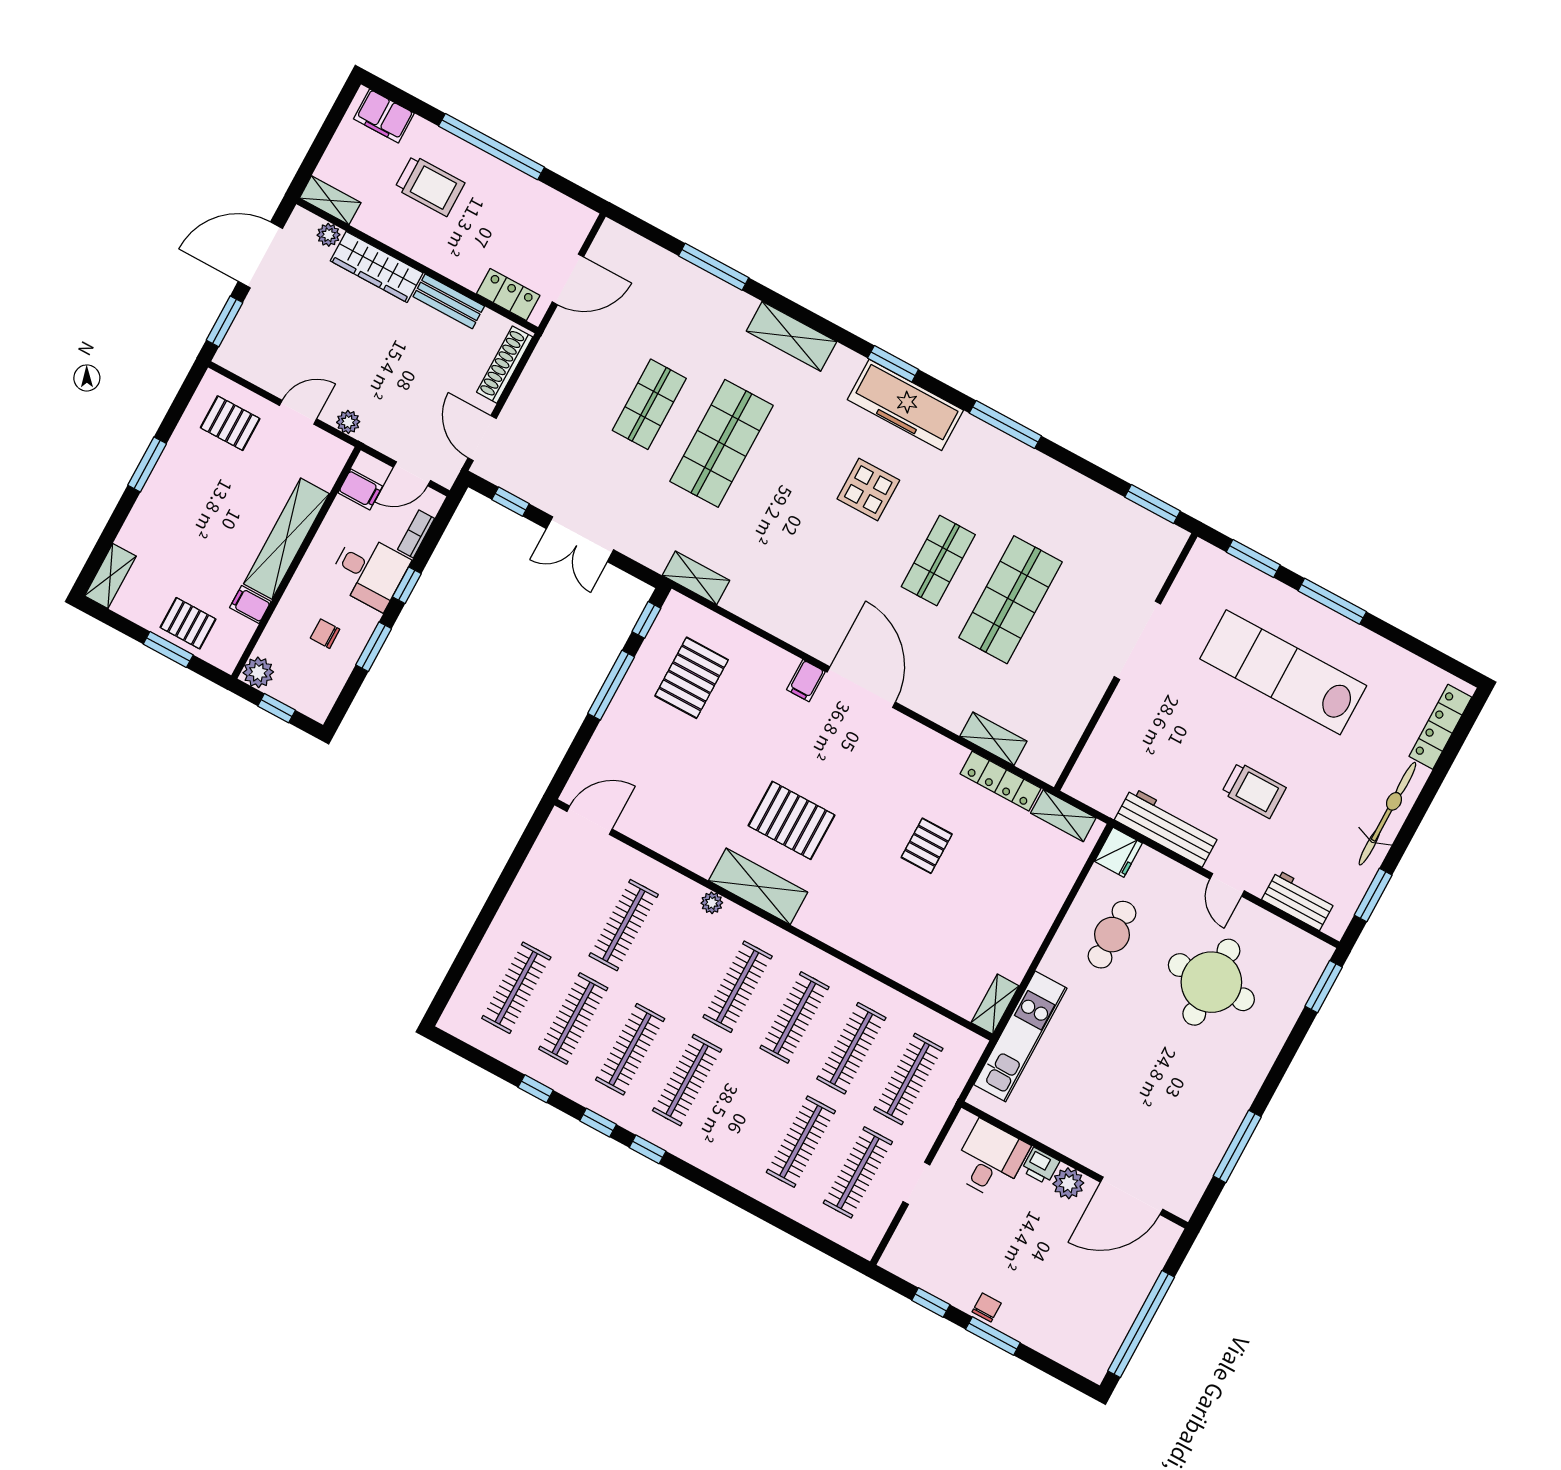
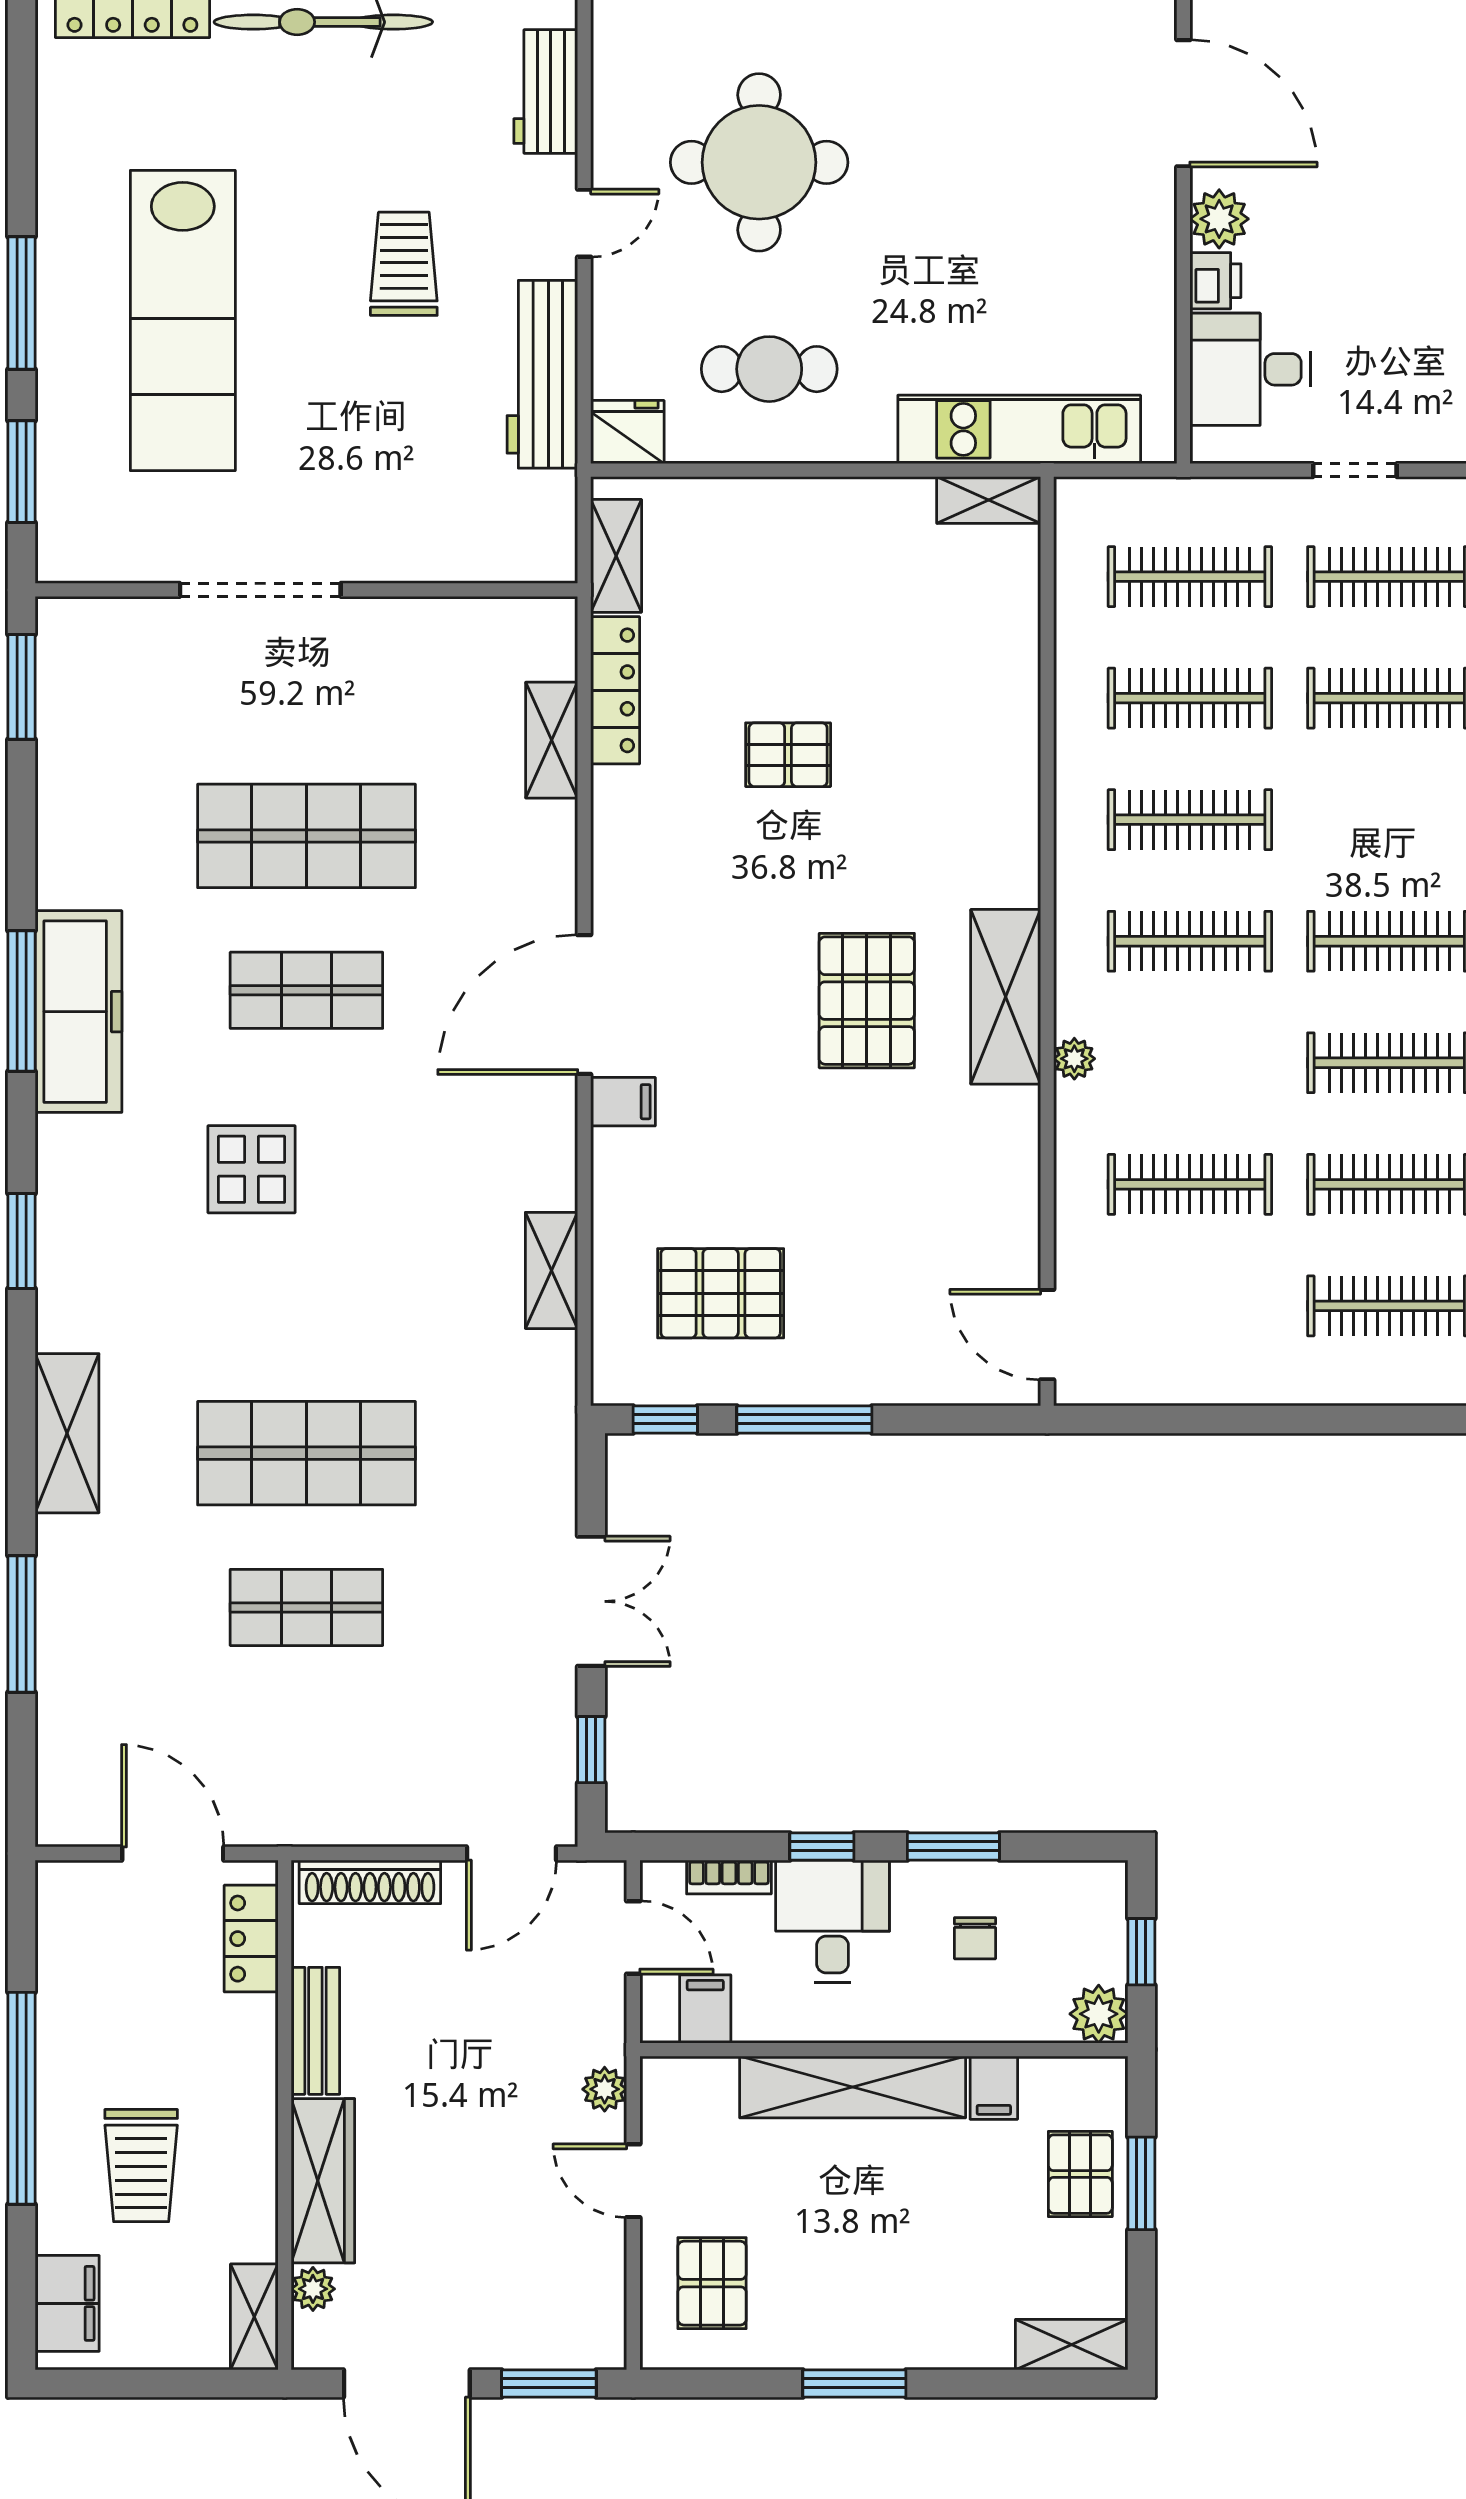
trolley: (430, 186) -> (141, 2166), turned 180
freezer: (905, 405) -> (79, 1012), moved
shelving: (696, 578) -> (552, 1270), moved

